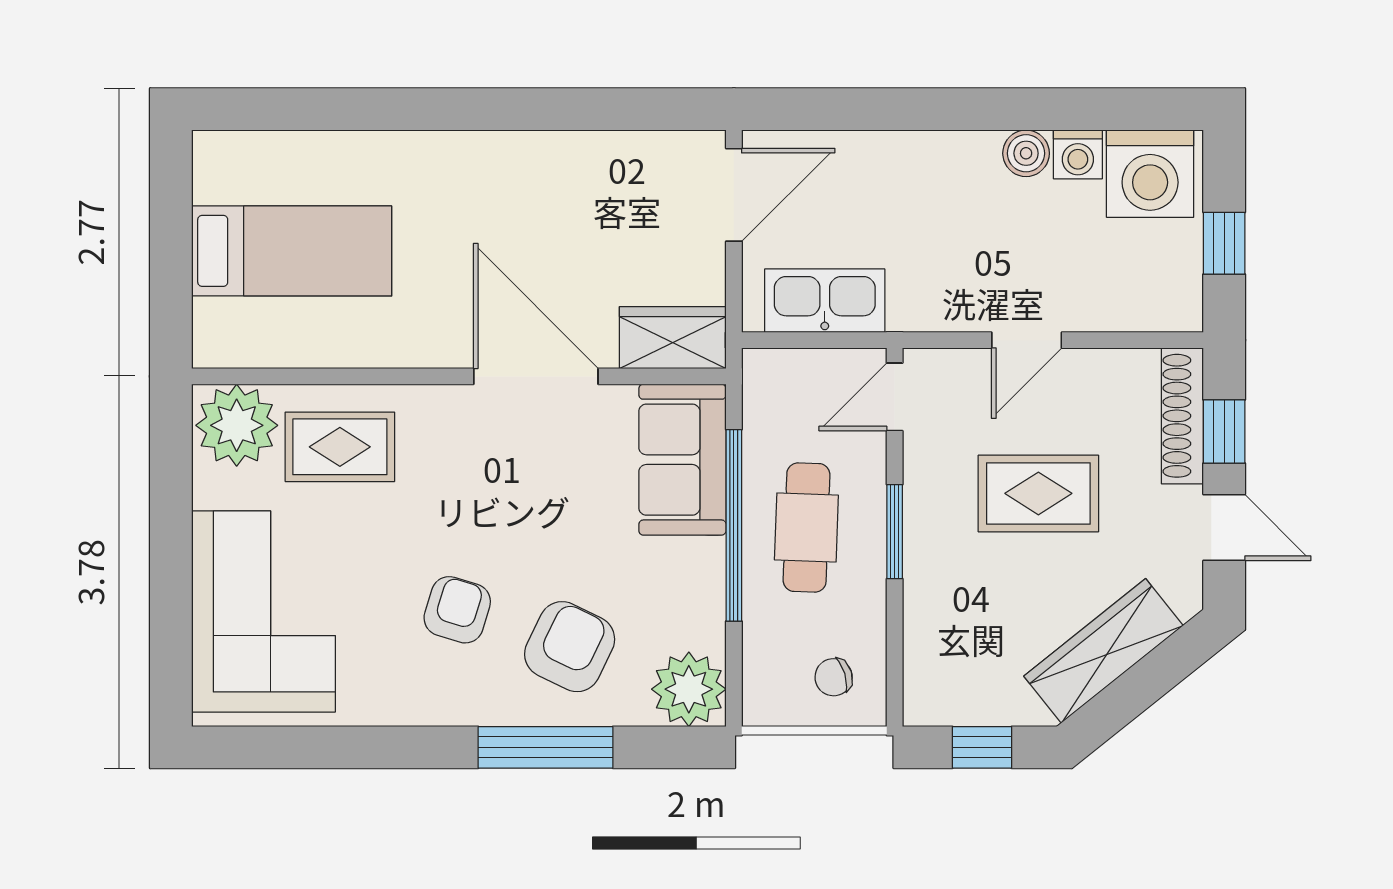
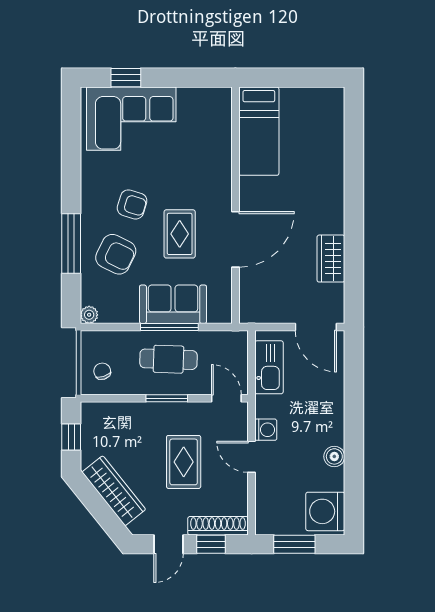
washing machine: (1078, 154) -> (266, 430), moved, turned 180
window: (1224, 243) -> (294, 544), width x1.50
bed: (292, 251) -> (259, 131), moved
wardrobe: (673, 338) -> (331, 259), moved, turned 180
plant: (237, 425) -> (214, 107), removed
rug: (340, 447) -> (180, 234), moved
sofa: (682, 460) -> (173, 304), moved
window: (734, 525) -> (169, 327), width x0.68
window: (171, 624) -> (126, 78), added
plant: (689, 689) -> (89, 315), width x0.53, depth x0.53

